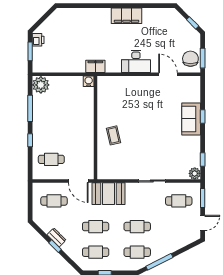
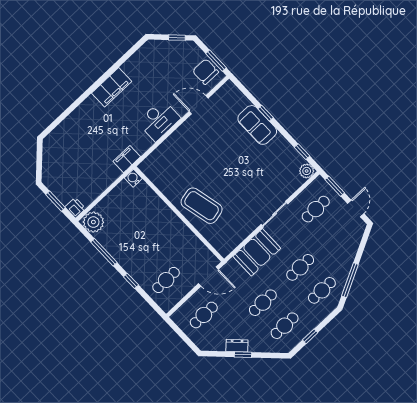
printer: (38, 40) -> (75, 208), moved
coffee table: (114, 135) -> (202, 206), width x1.86, depth x1.72
booth: (108, 194) -> (257, 252), moved

